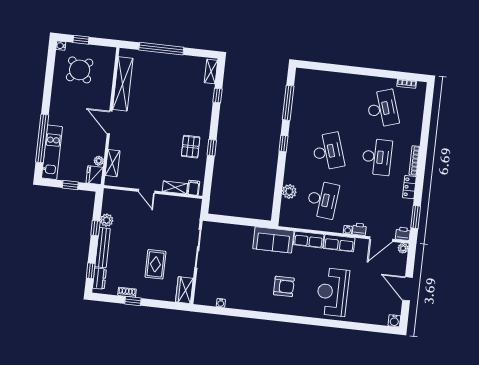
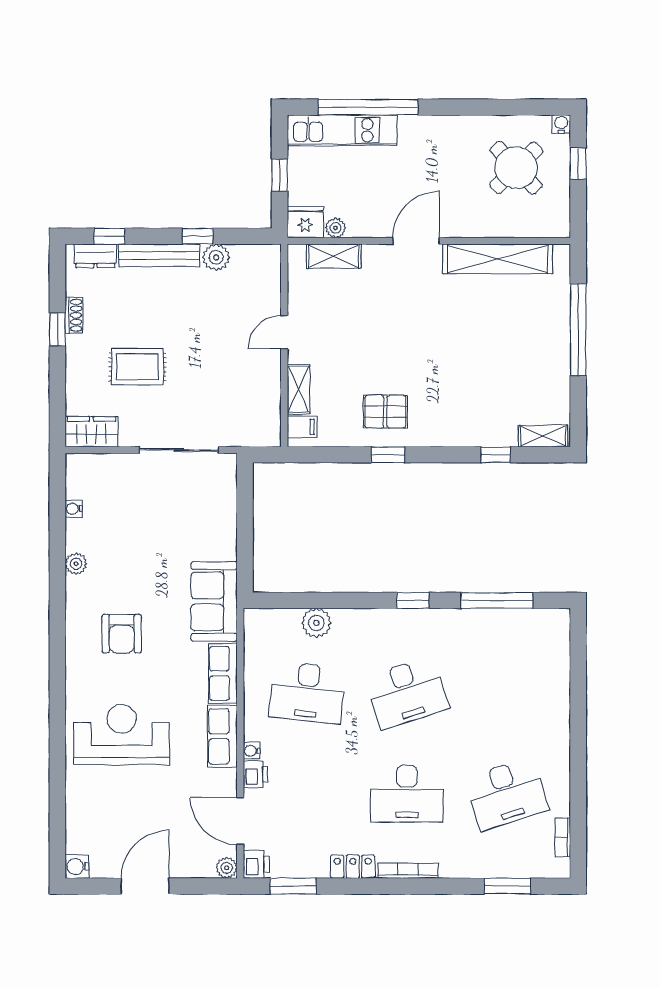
window: (427, 113) -> (507, 886), added
plant: (248, 305) -> (76, 564), added

